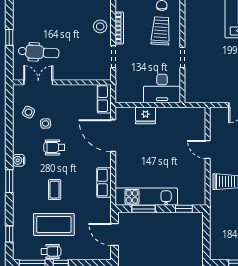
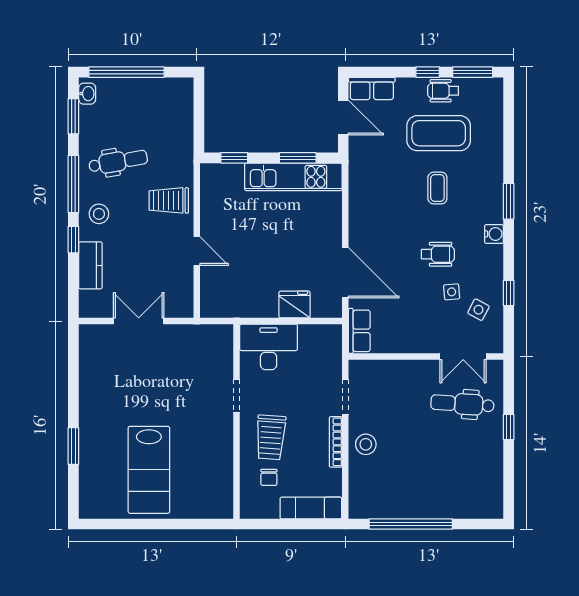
row of seats: (104, 183) -> (372, 88), moved, turned 90
window: (9, 234) -> (509, 293), moved

